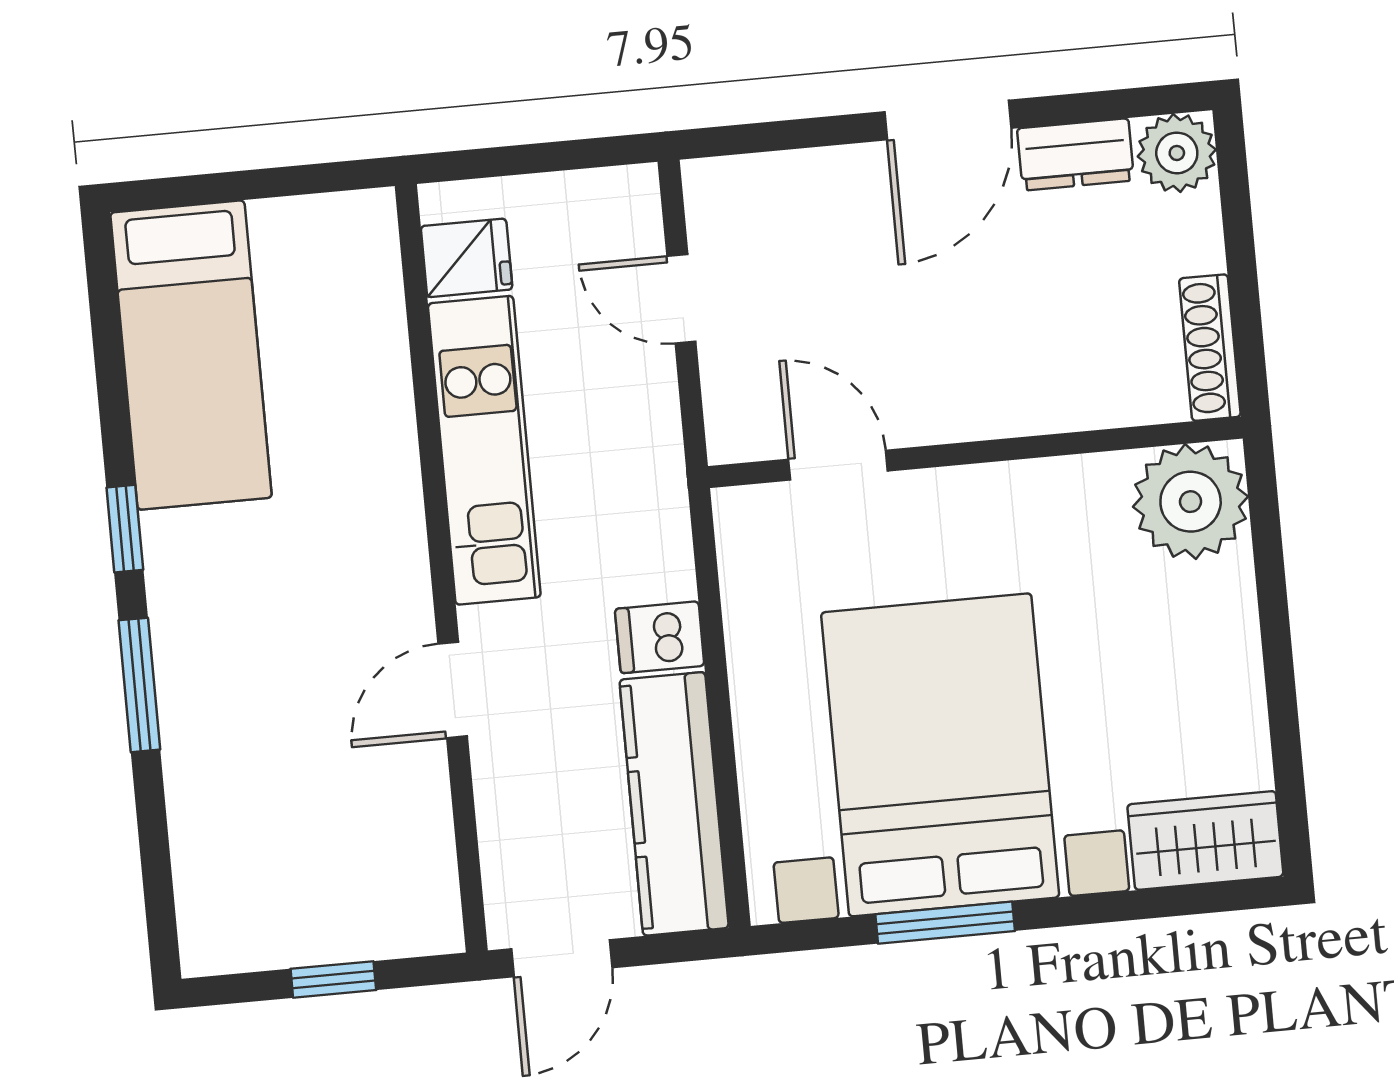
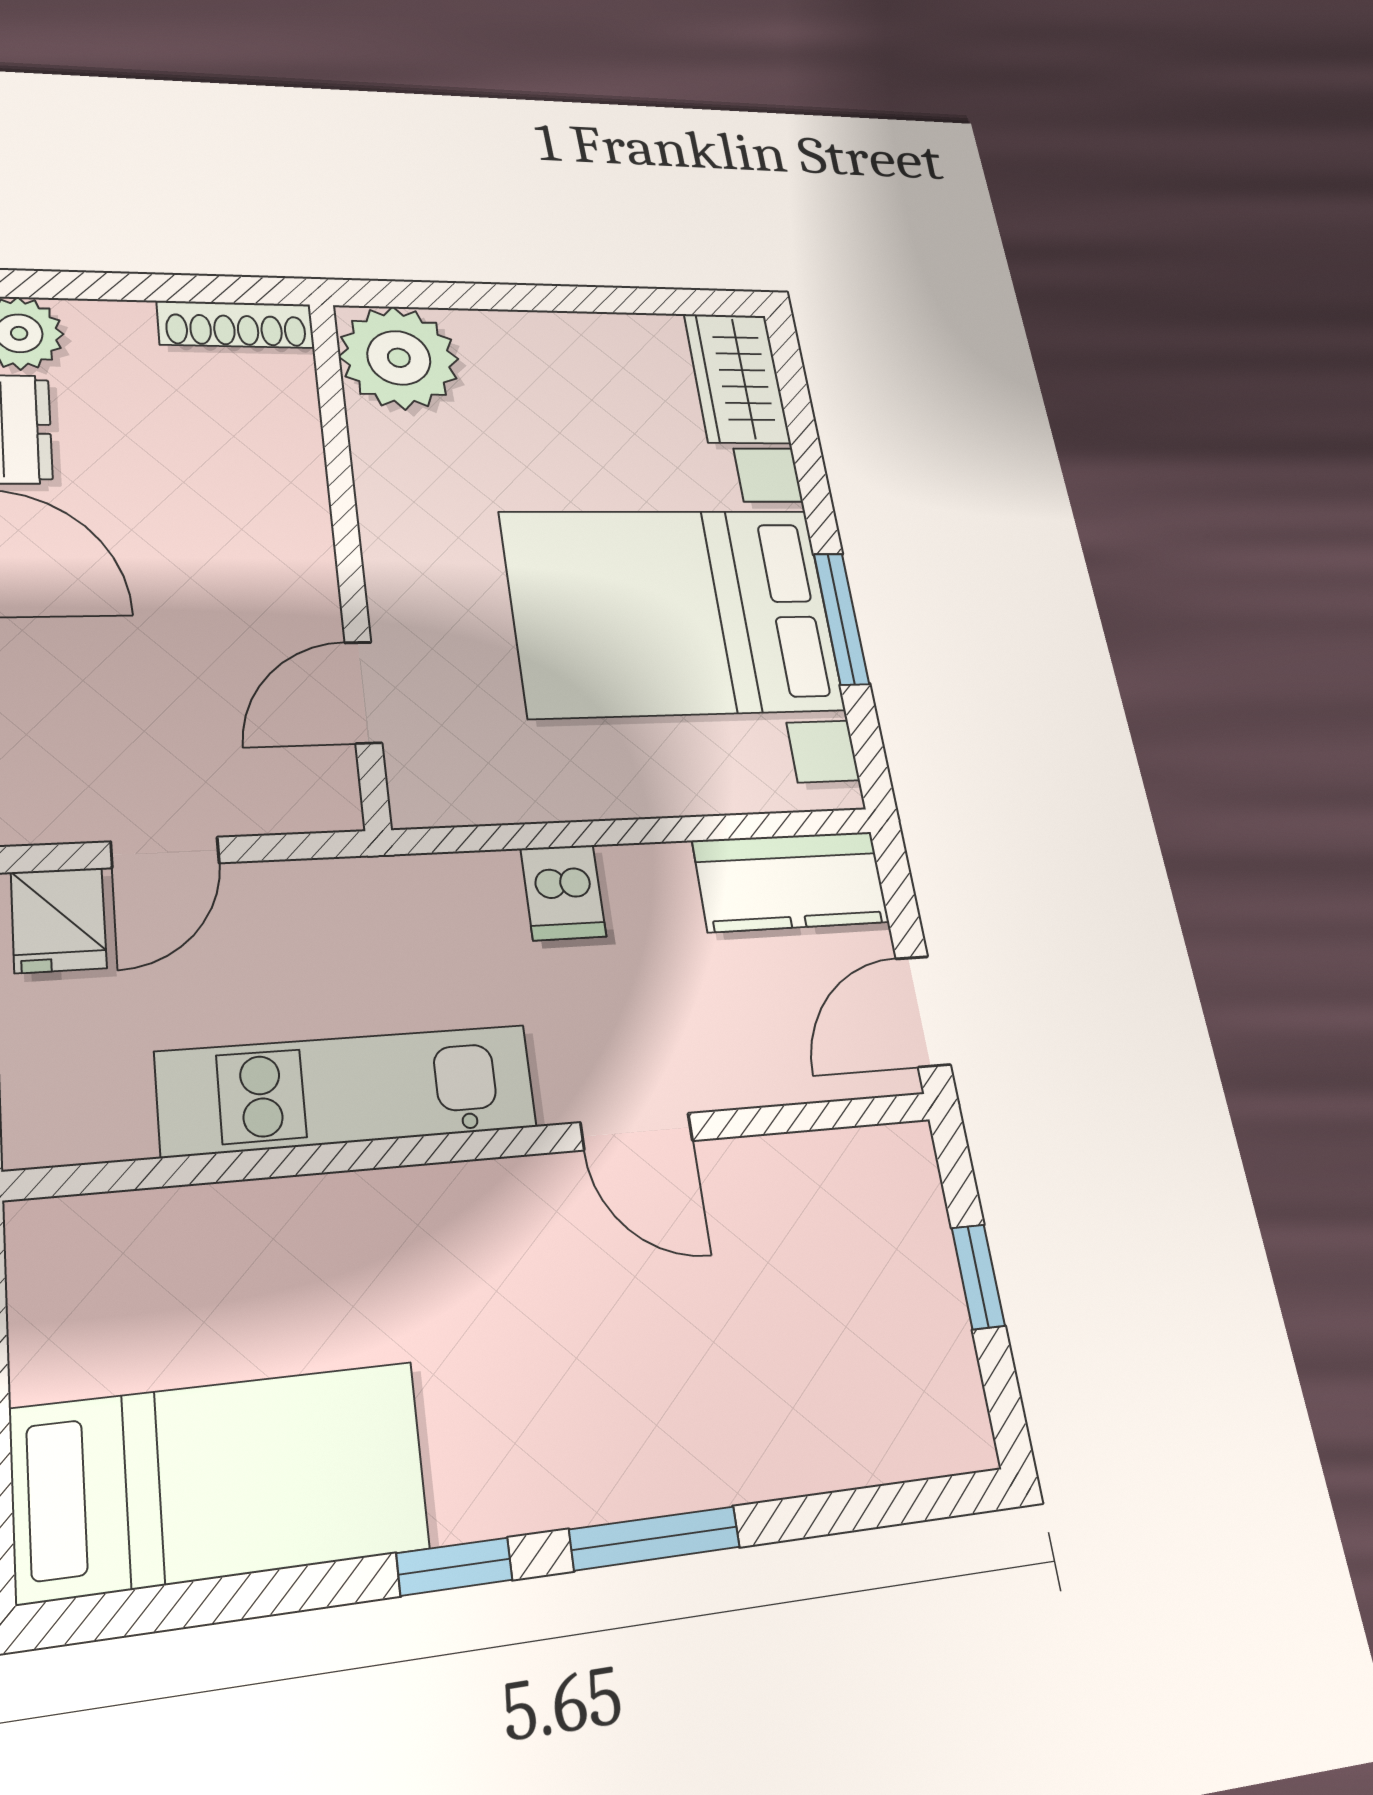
fridge: (467, 258) -> (59, 920), moved, turned 180
kitchen counter: (674, 804) -> (791, 881), width x0.67
door: (562, 958) -> (923, 1011), swing flipped

